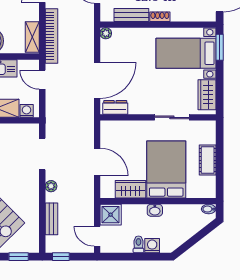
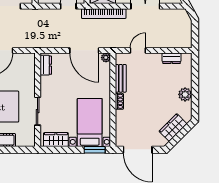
door: (97, 80) -> (84, 50), moved

